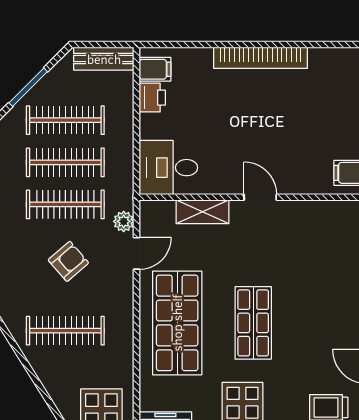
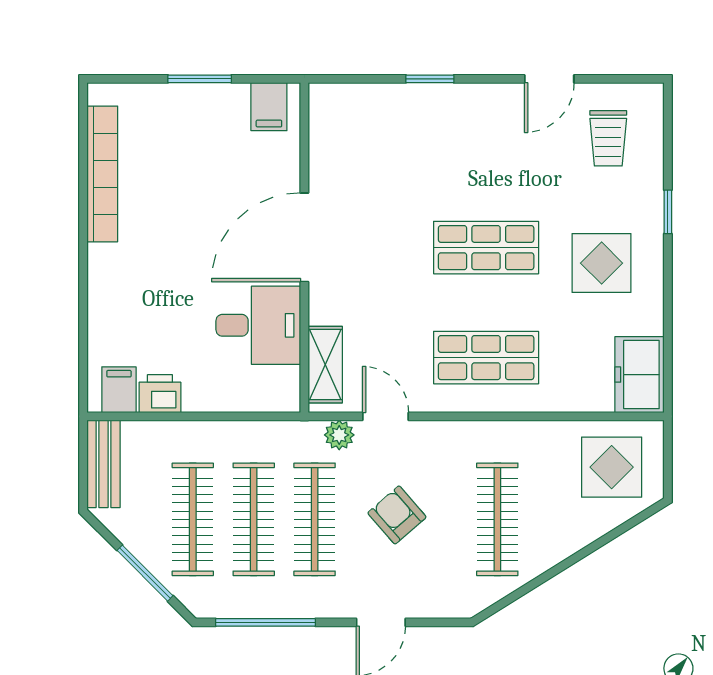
bookcase: (260, 58) -> (102, 174), moved
desk: (168, 168) -> (258, 325), moved, turned -90
door: (260, 197) -> (304, 237), width x1.88
shelving: (202, 212) -> (325, 365), moved
shop shelf: (177, 323) -> (486, 358), width x0.70, depth x0.74

